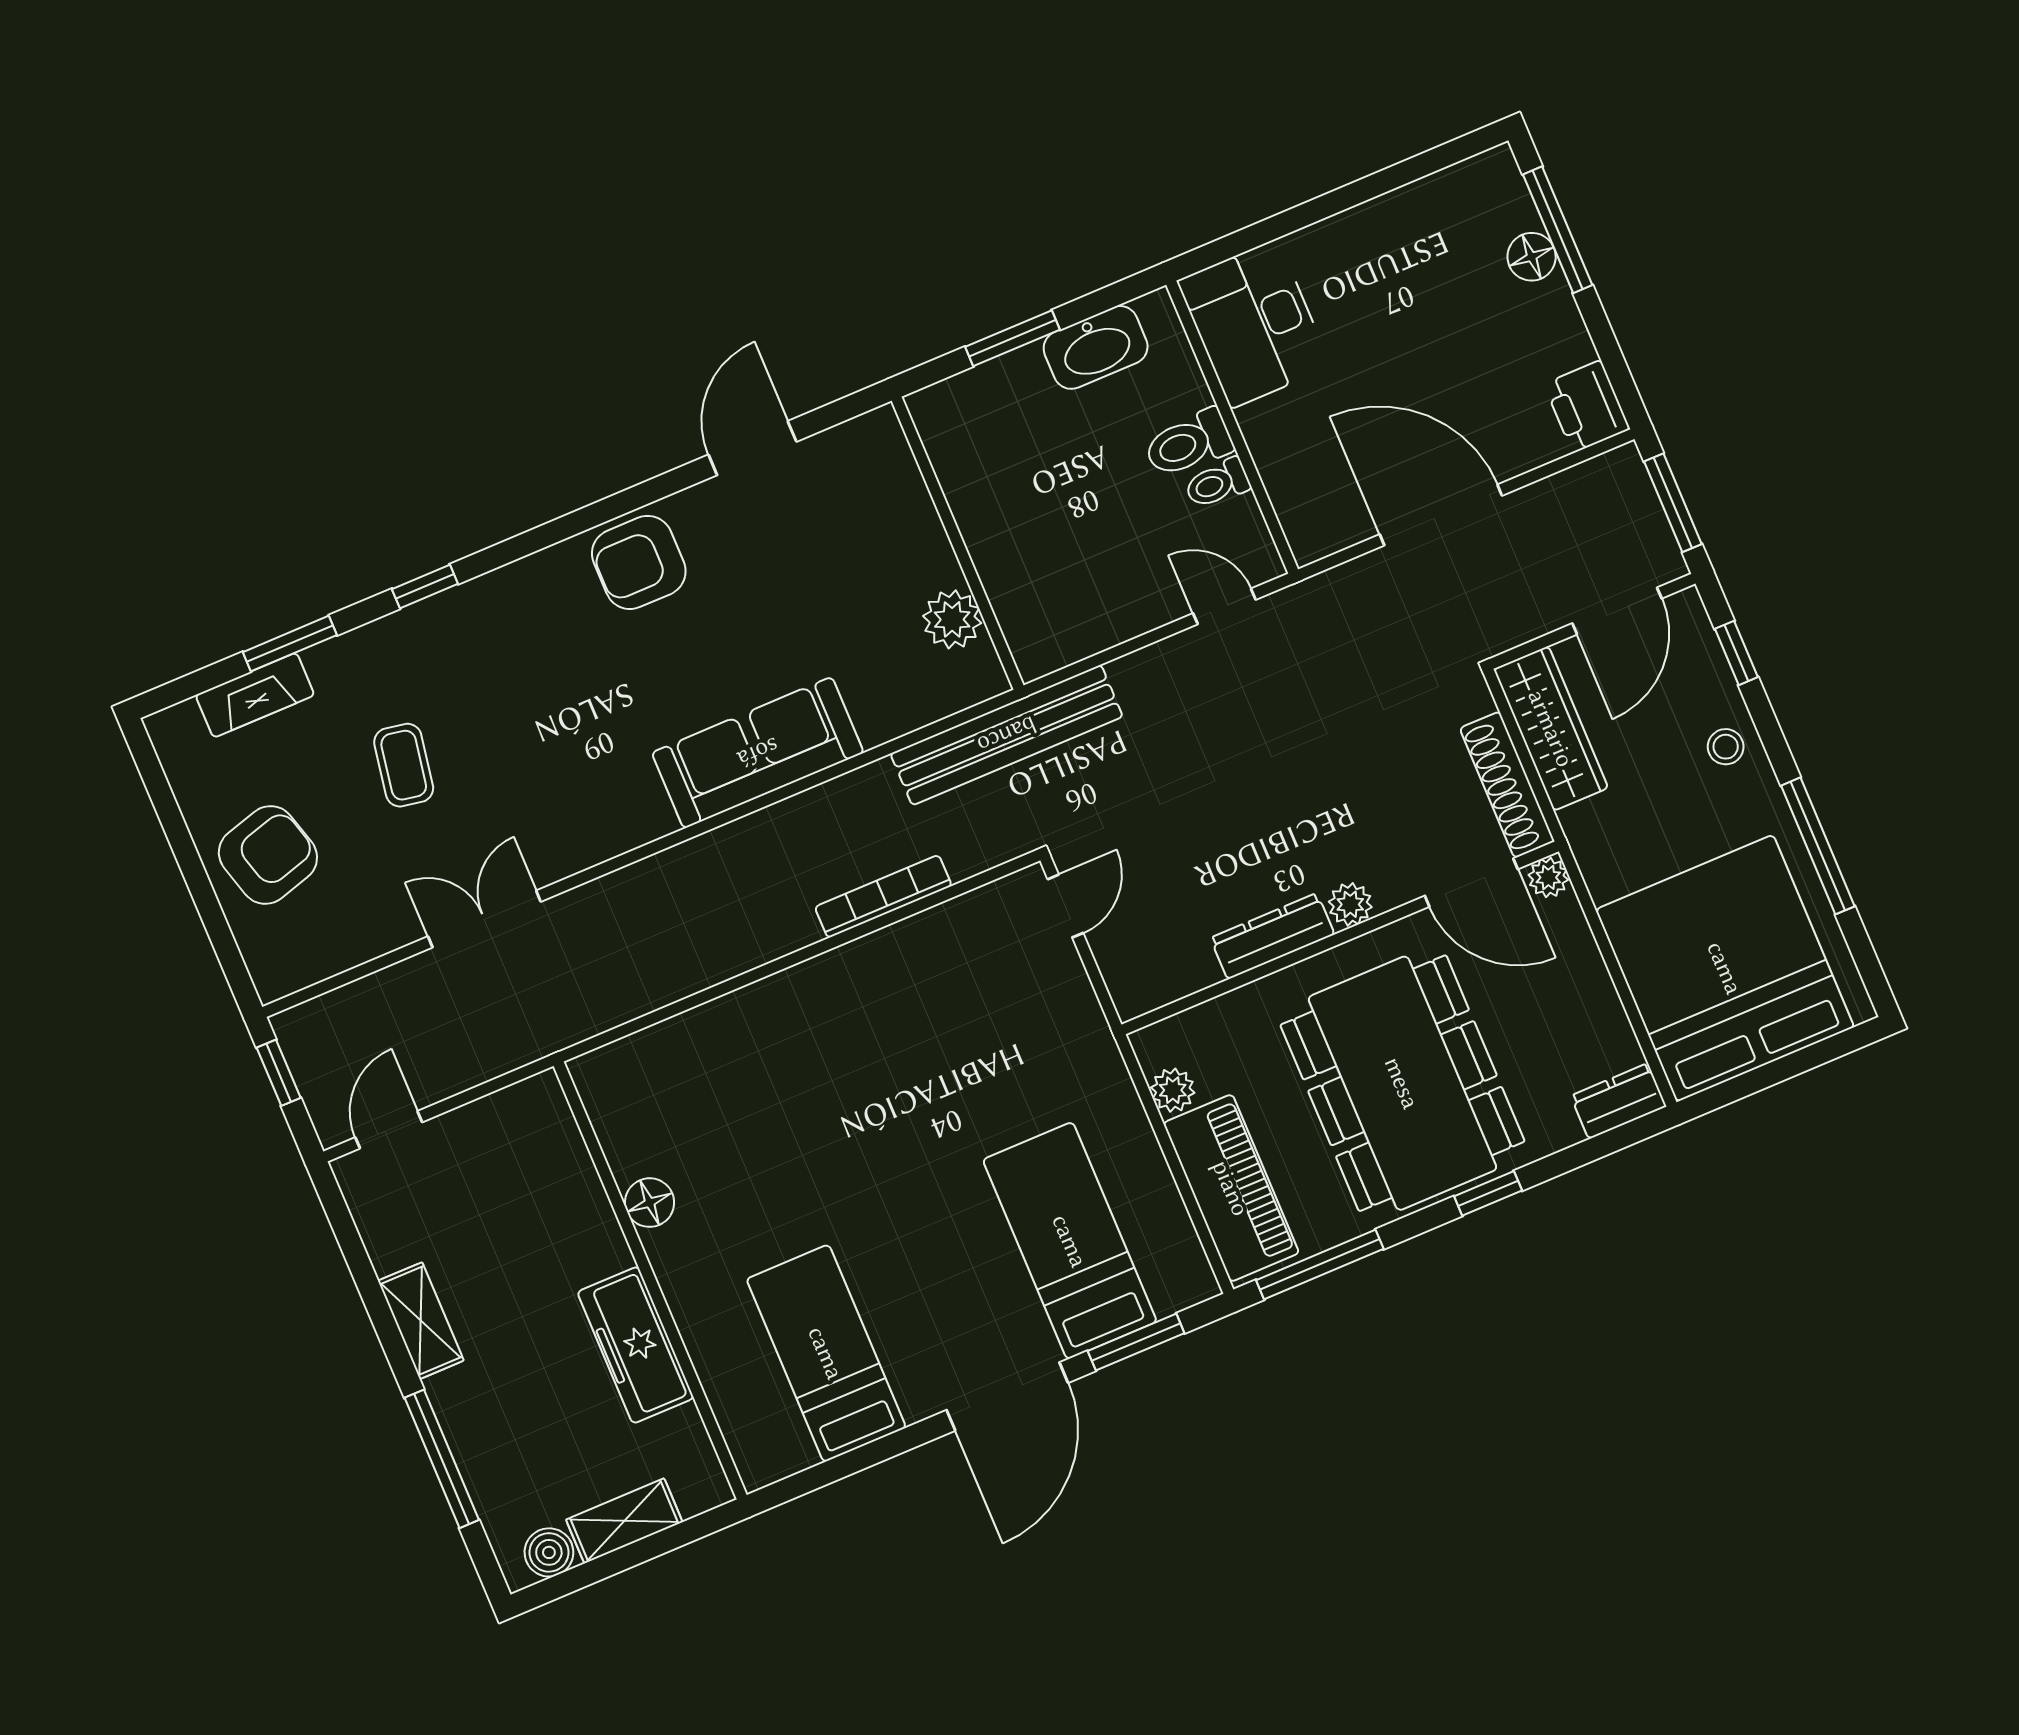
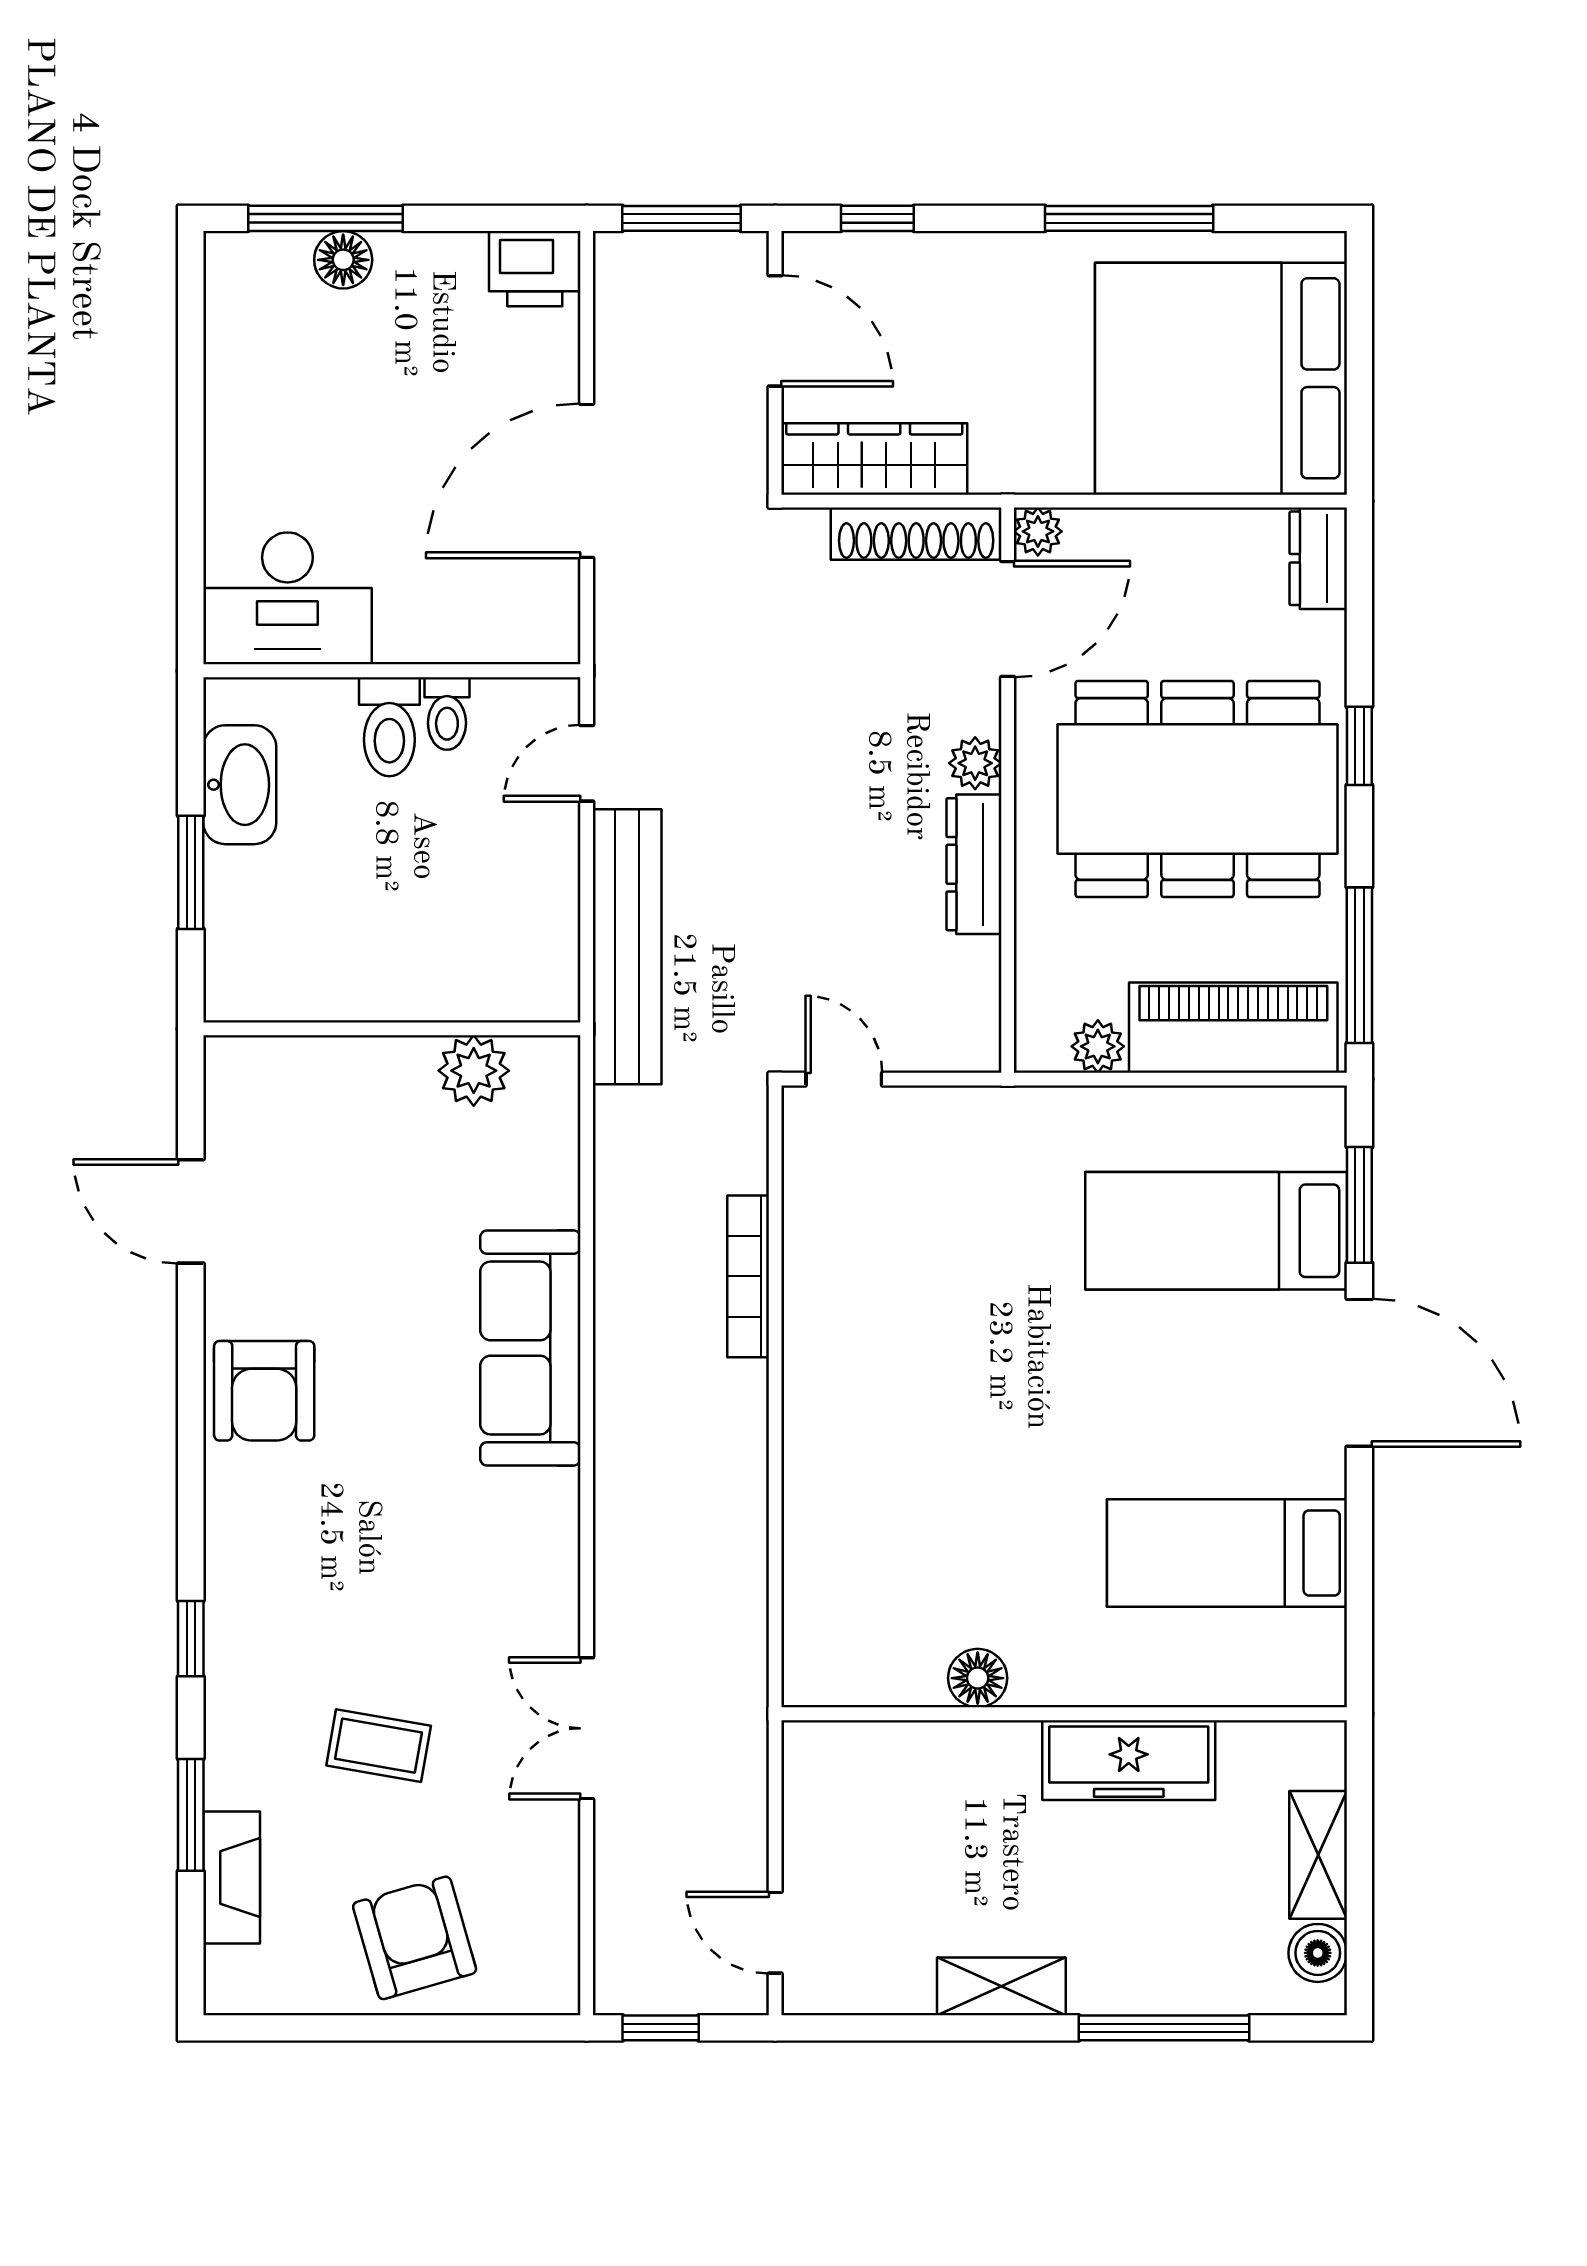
bench: (1007, 735) -> (627, 947), moved
stool: (1726, 747) -> (976, 274), removed

